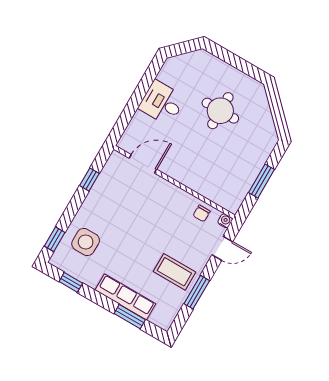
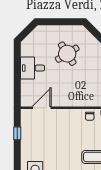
round table: (220, 111) -> (67, 54), turned -32

